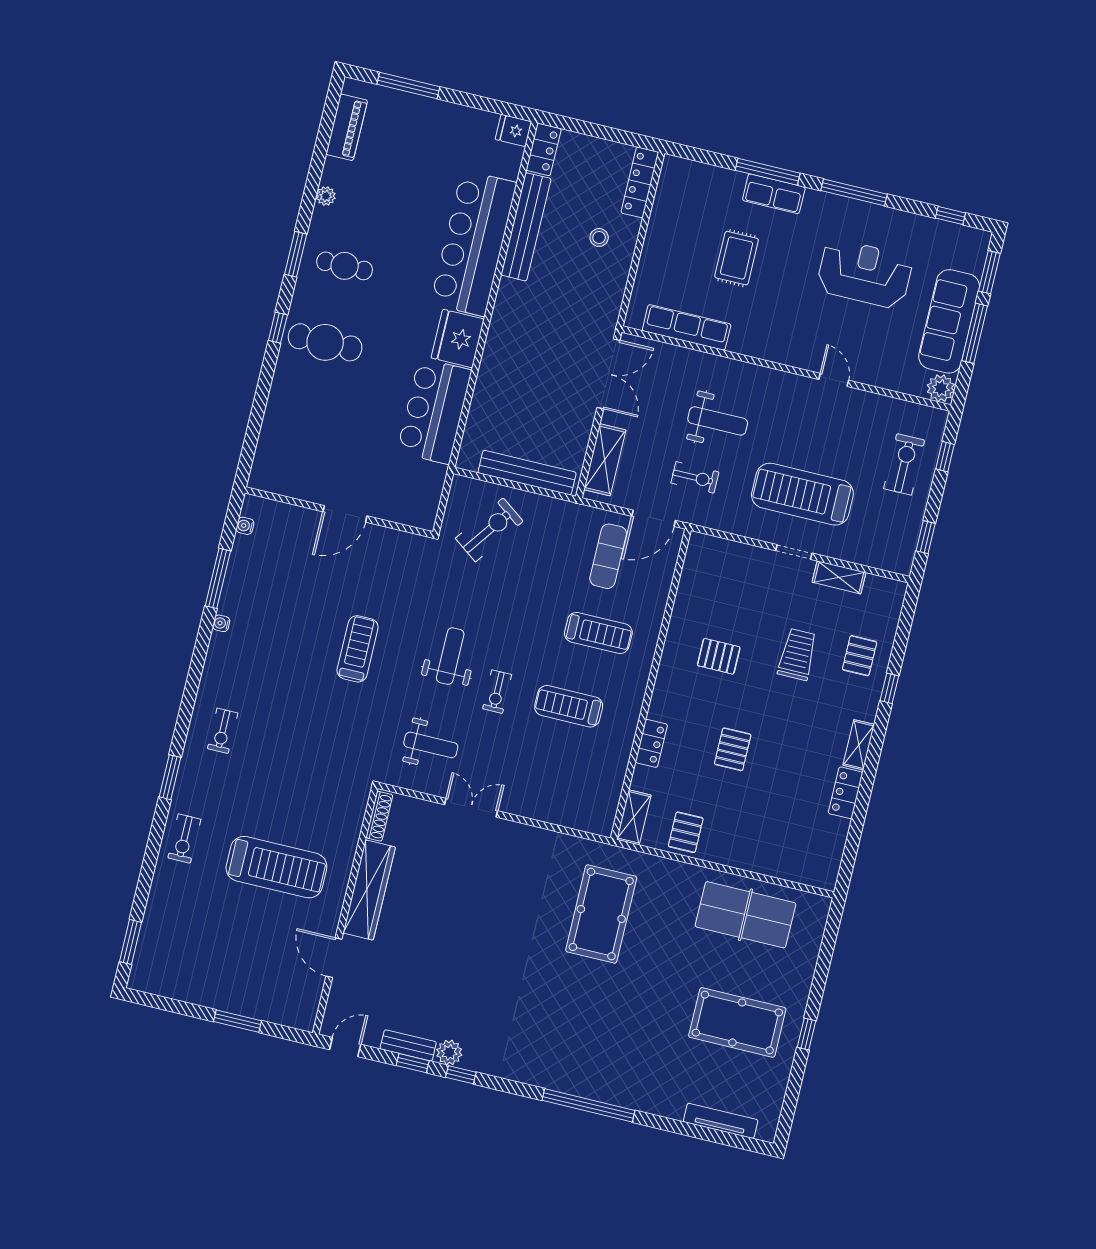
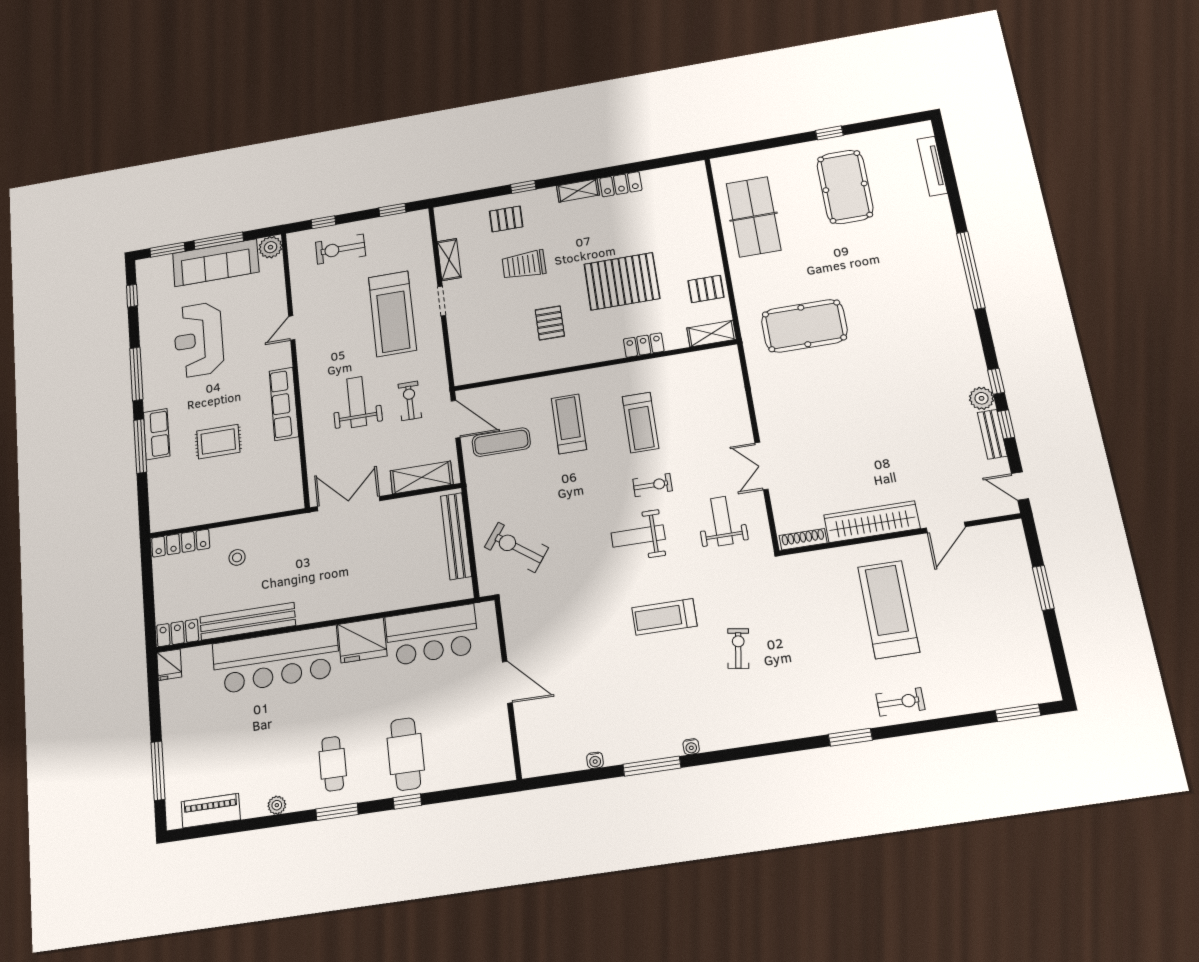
row of seats: (687, 327) -> (284, 404), moved
wall: (339, 512) -> (508, 688), moved
door: (345, 514) -> (507, 682), moved
exercise bike: (223, 731) -> (738, 648), moved, turned -81
pallet: (733, 749) -> (622, 281), width x2.05, depth x2.00

